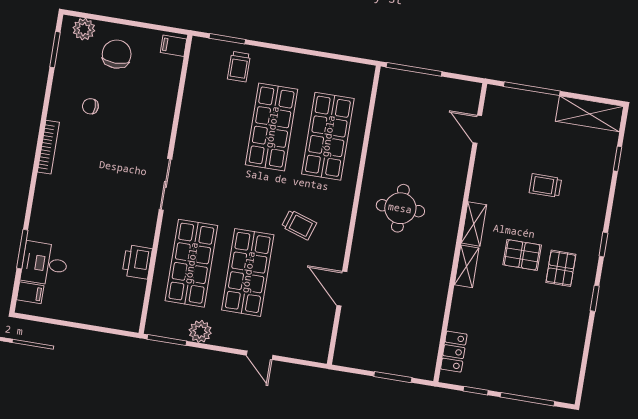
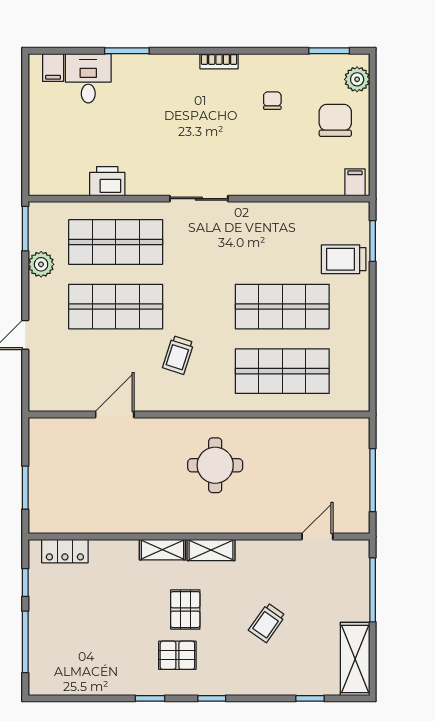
chair: (117, 54) -> (335, 120), turned -90
trolley: (239, 67) -> (344, 259), width x1.36, depth x1.39
window: (414, 69) -> (373, 480), moved
bookcase: (48, 147) -> (219, 61), width x0.64
trolley: (545, 186) -> (267, 623), turned -145
window: (22, 249) -> (127, 51), moved

